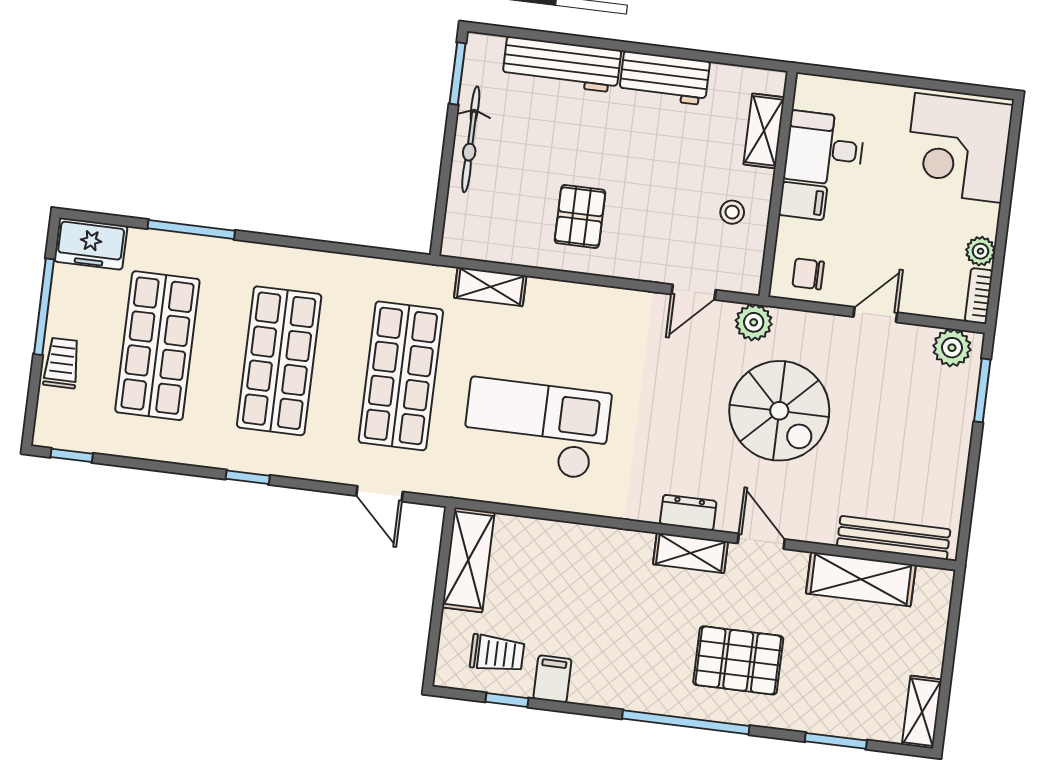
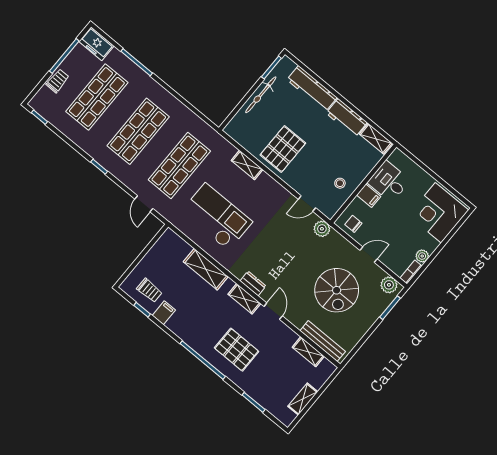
shelving: (764, 131) -> (376, 139), moved, turned 90
pallet: (580, 216) -> (283, 149), width x1.50, depth x1.42
shelving: (490, 287) -> (247, 165), moved
spiral stairs: (779, 411) -> (337, 290), moved
shelving: (468, 560) -> (206, 269), moved, turned 90
shelving: (861, 579) -> (308, 352), width x0.67, depth x0.75
shelving: (922, 712) -> (303, 399), moved

